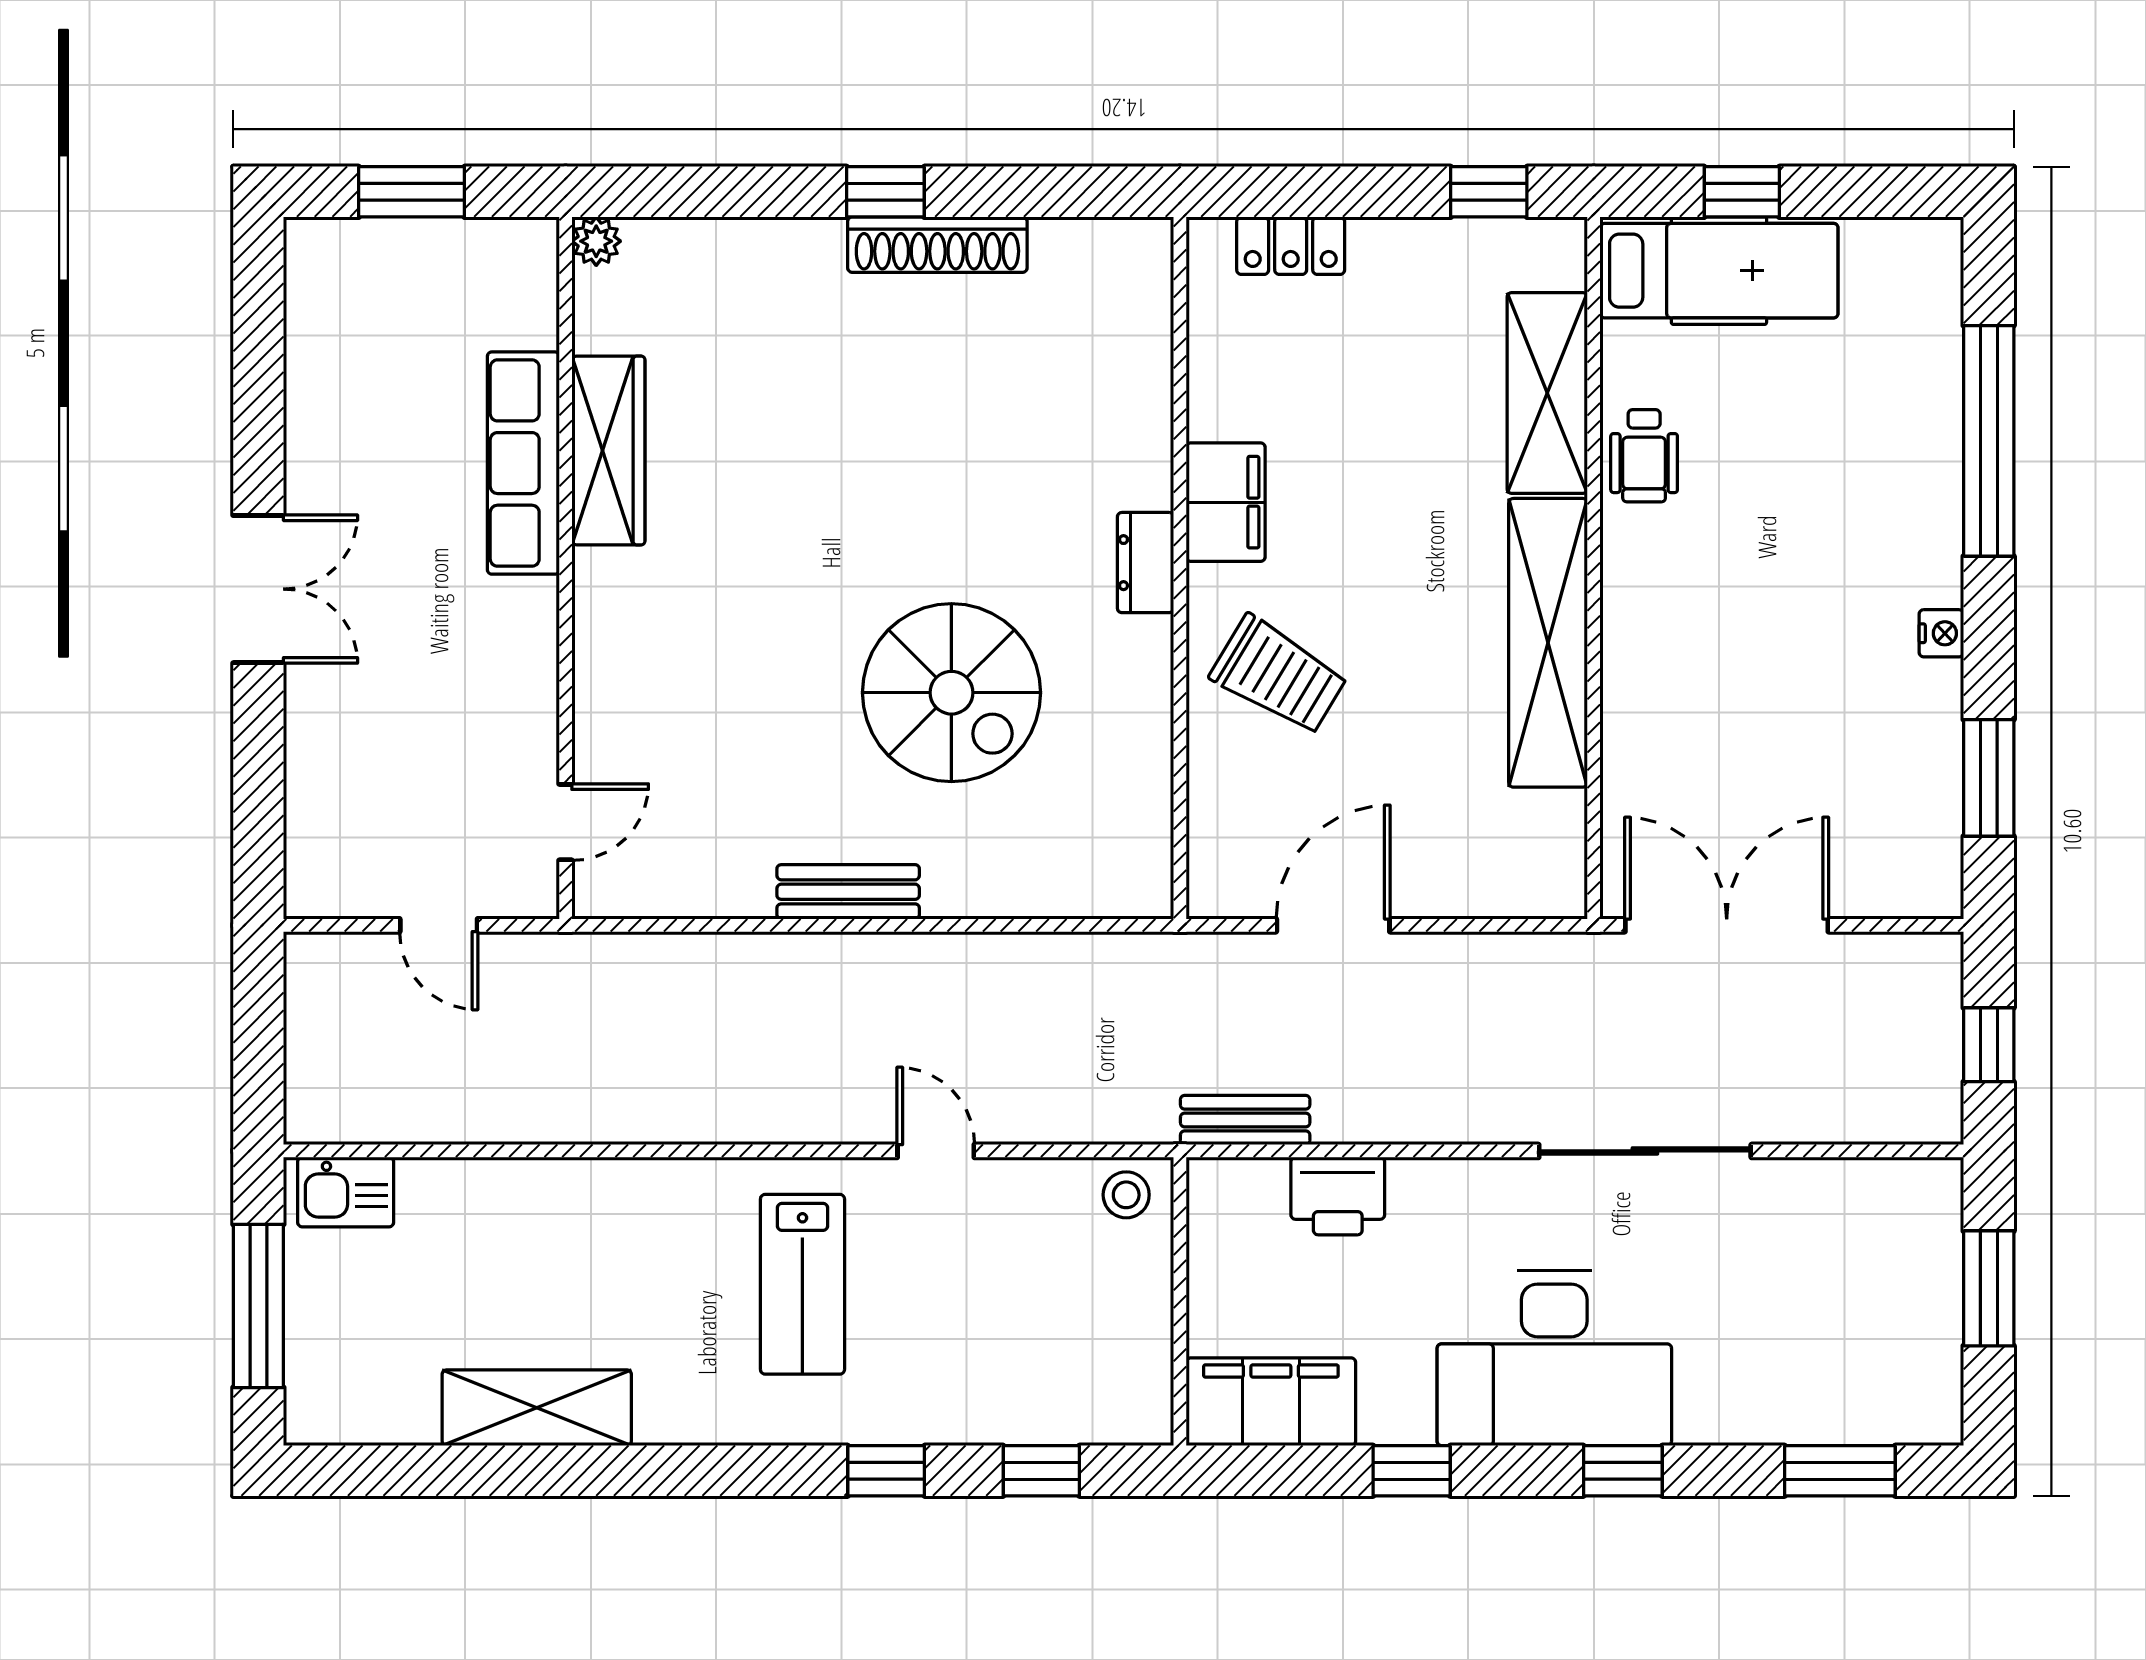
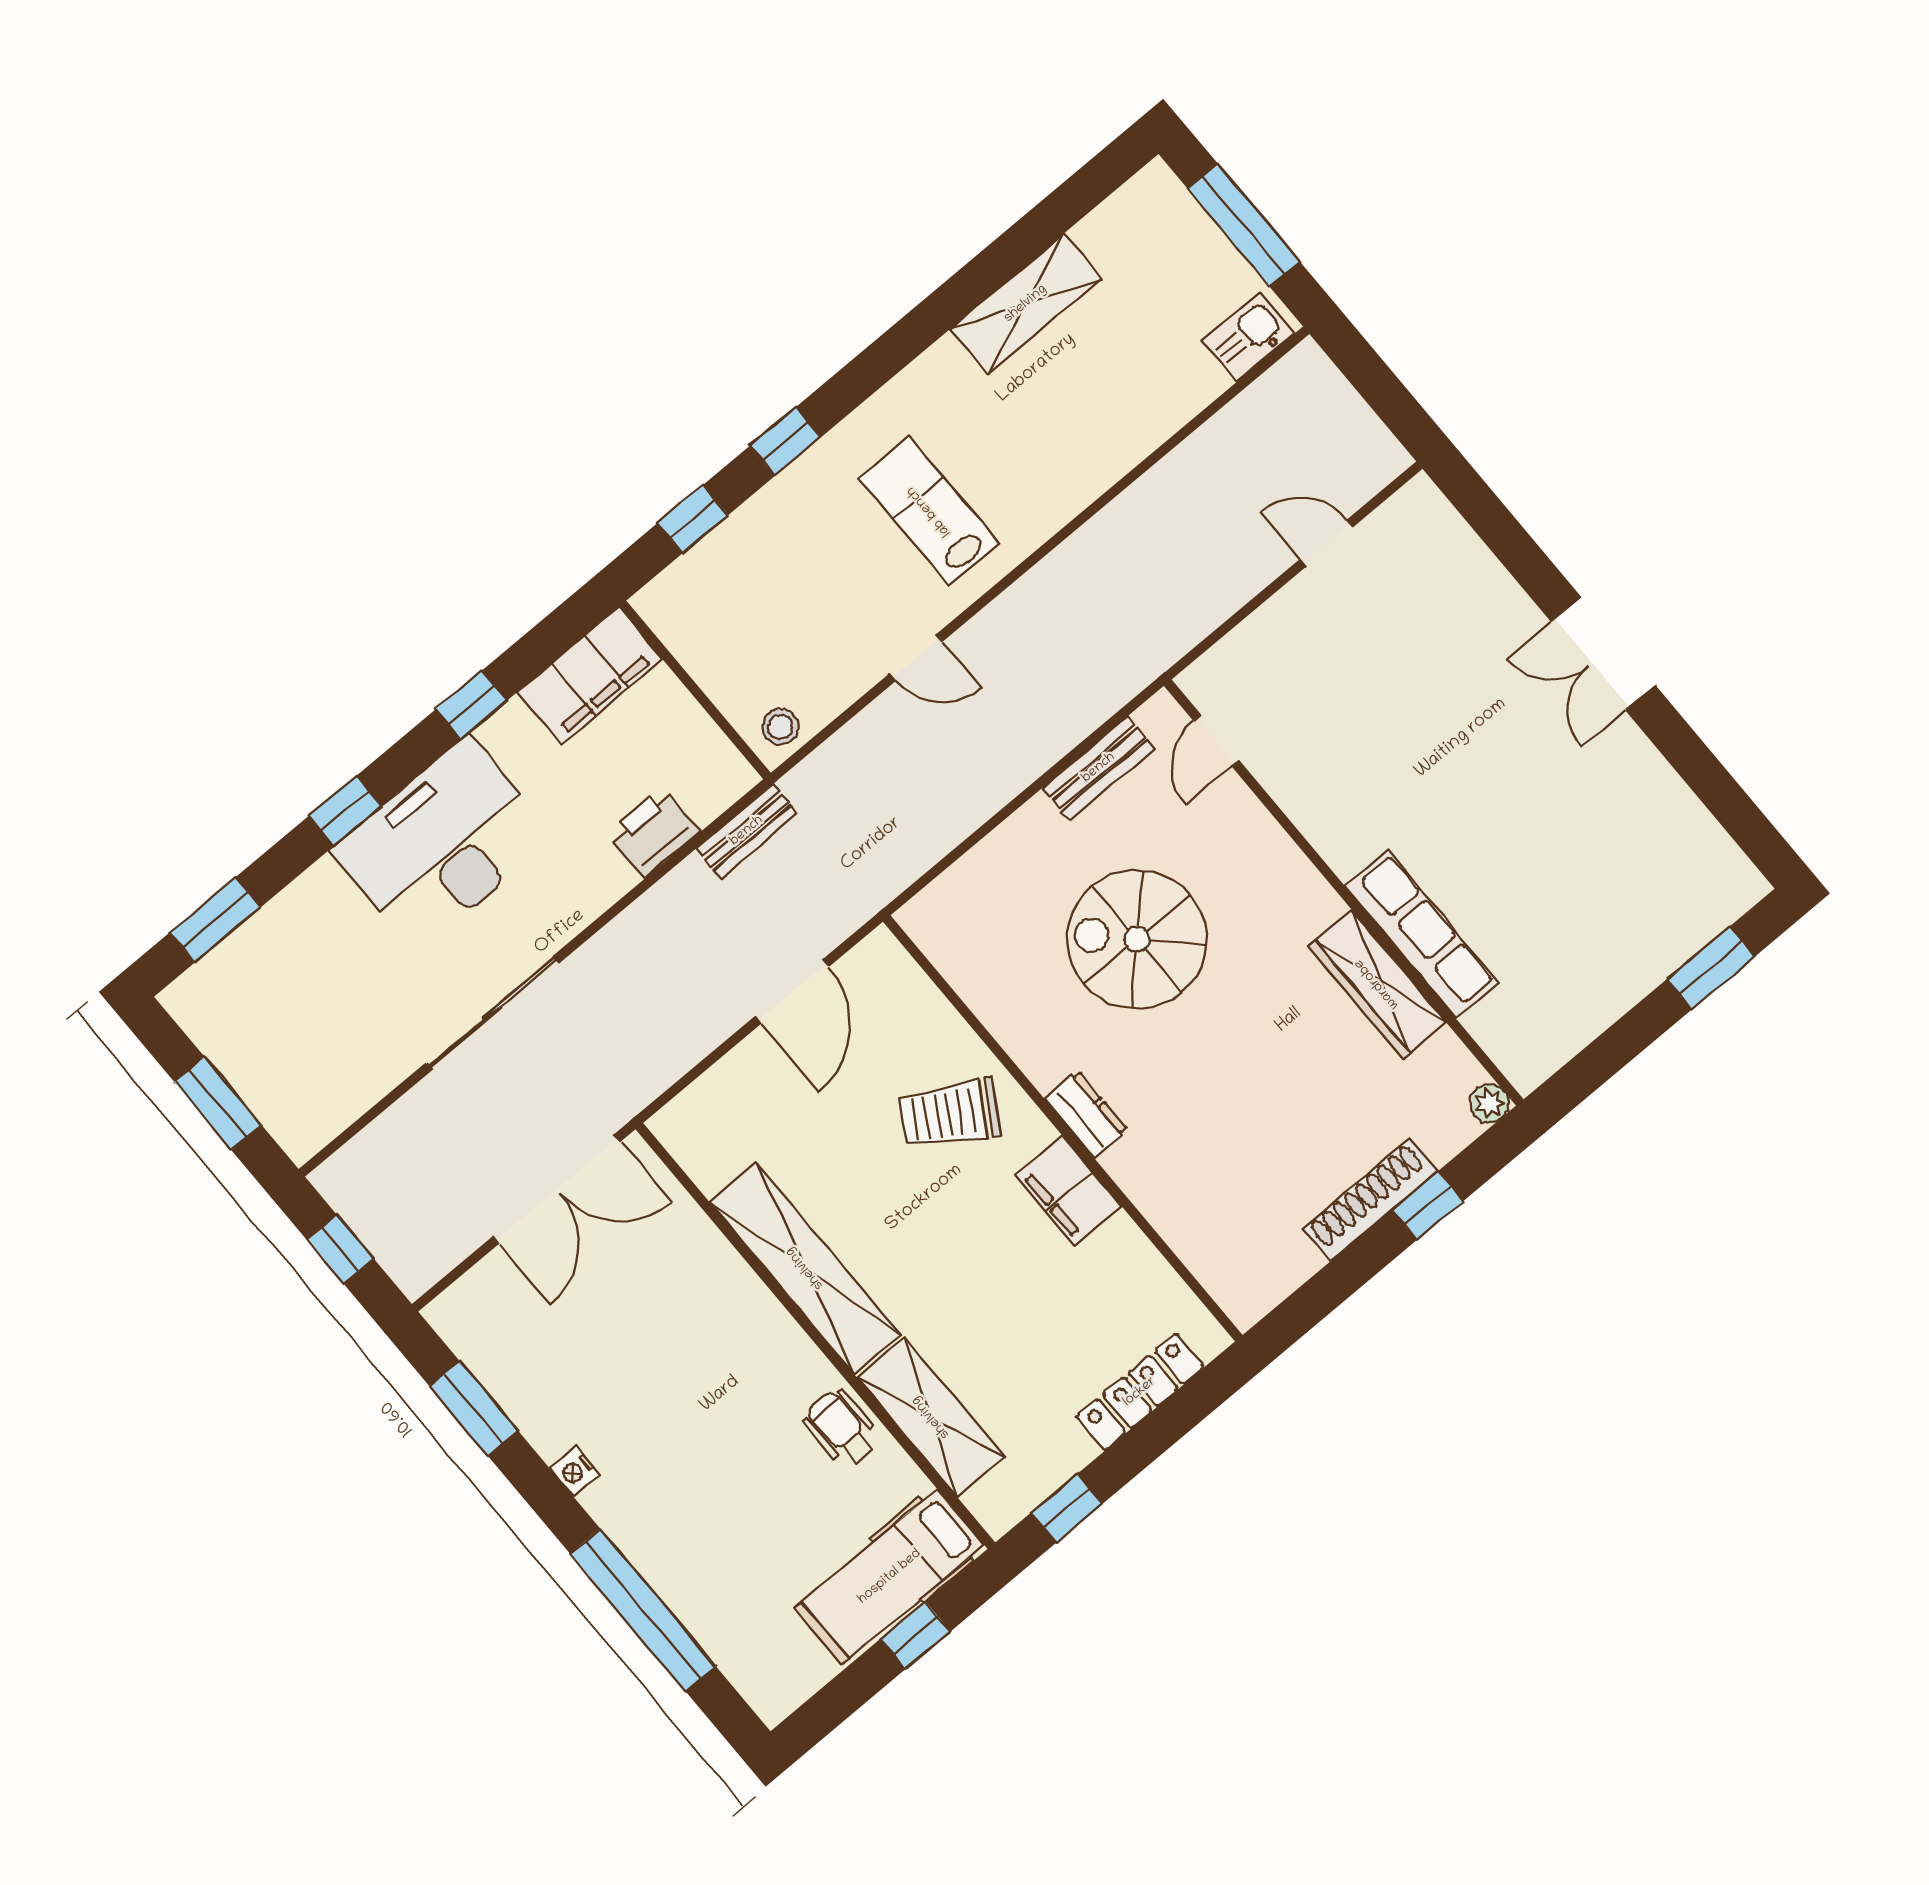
plant: (596, 241) -> (1489, 1103), moved
locker: (1291, 246) -> (1140, 1392), width x1.53
wardrobe: (608, 450) -> (1377, 984), moved
row of seats: (523, 463) -> (1422, 934), moved
wall: (566, 568) -> (1344, 893), moved
door: (566, 822) -> (1216, 741), moved

